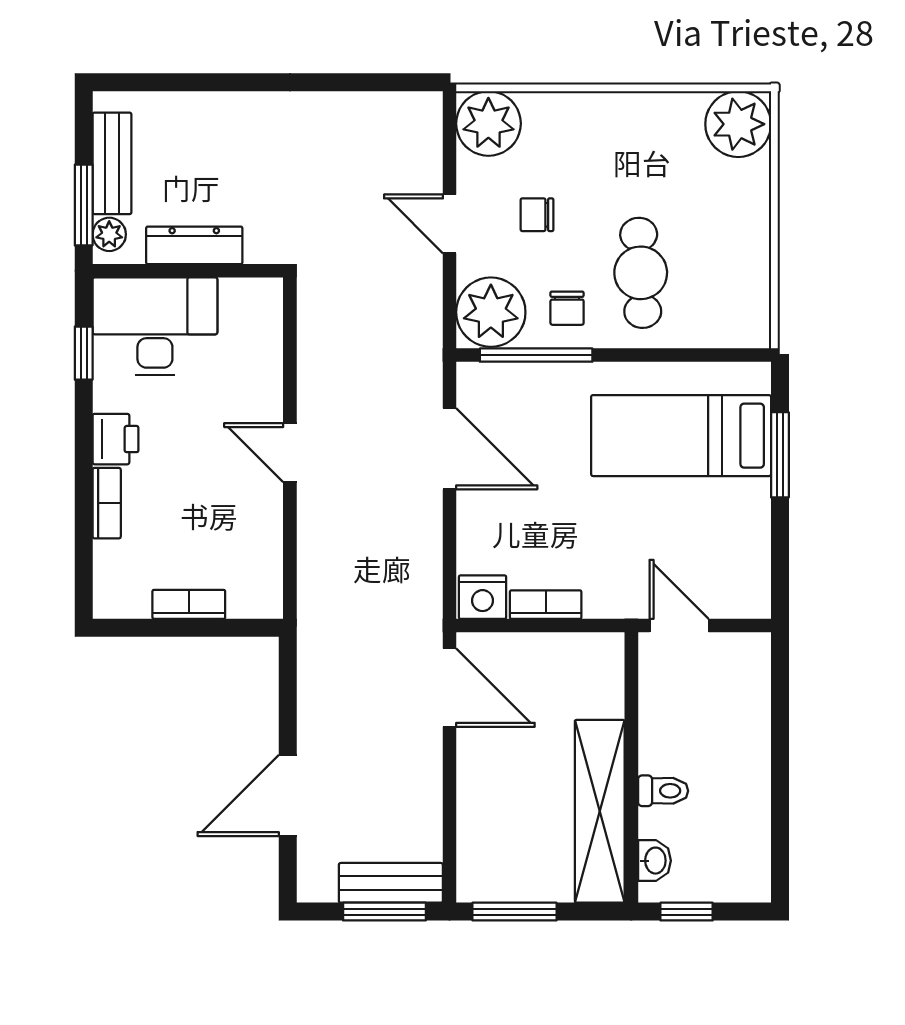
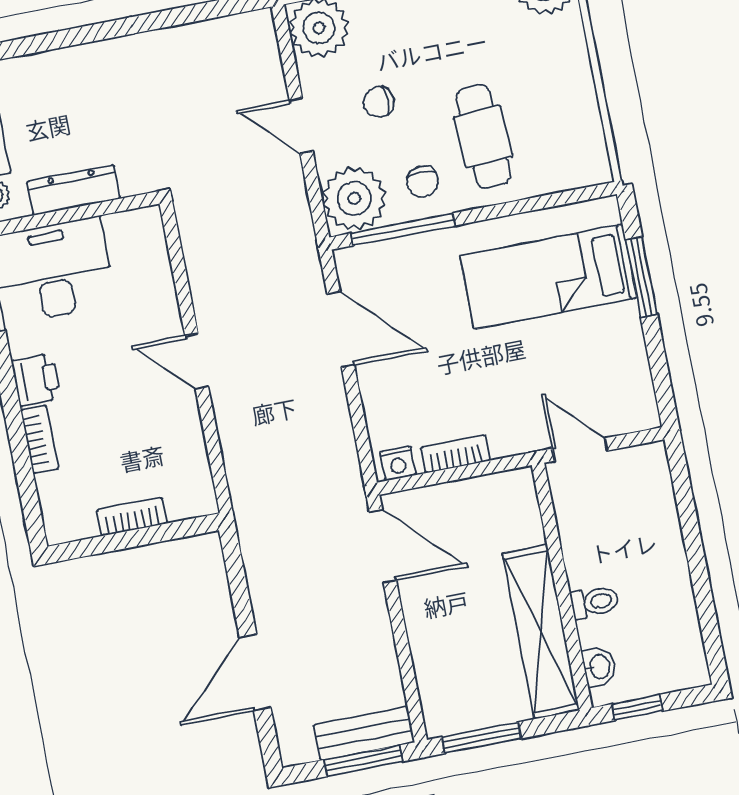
nightstand: (483, 597) -> (398, 463), width x0.72, depth x0.74

